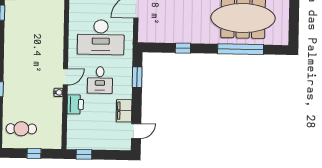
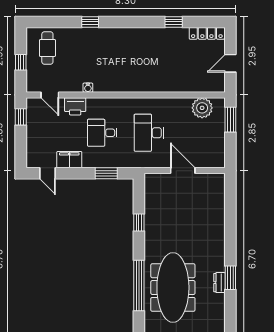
desk: (101, 37) -> (149, 133), width x0.73, depth x0.77
door: (65, 77) -> (50, 95), moved

